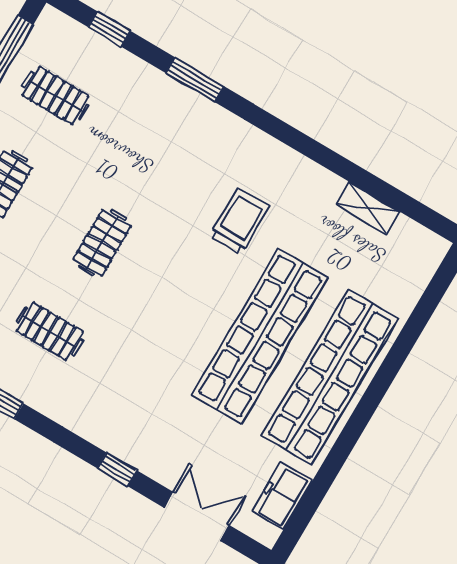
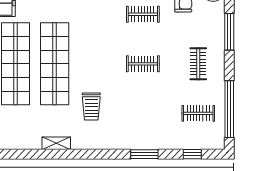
shelving: (368, 208) -> (56, 143), moved
clothes rail: (102, 243) -> (143, 64), turned 90

